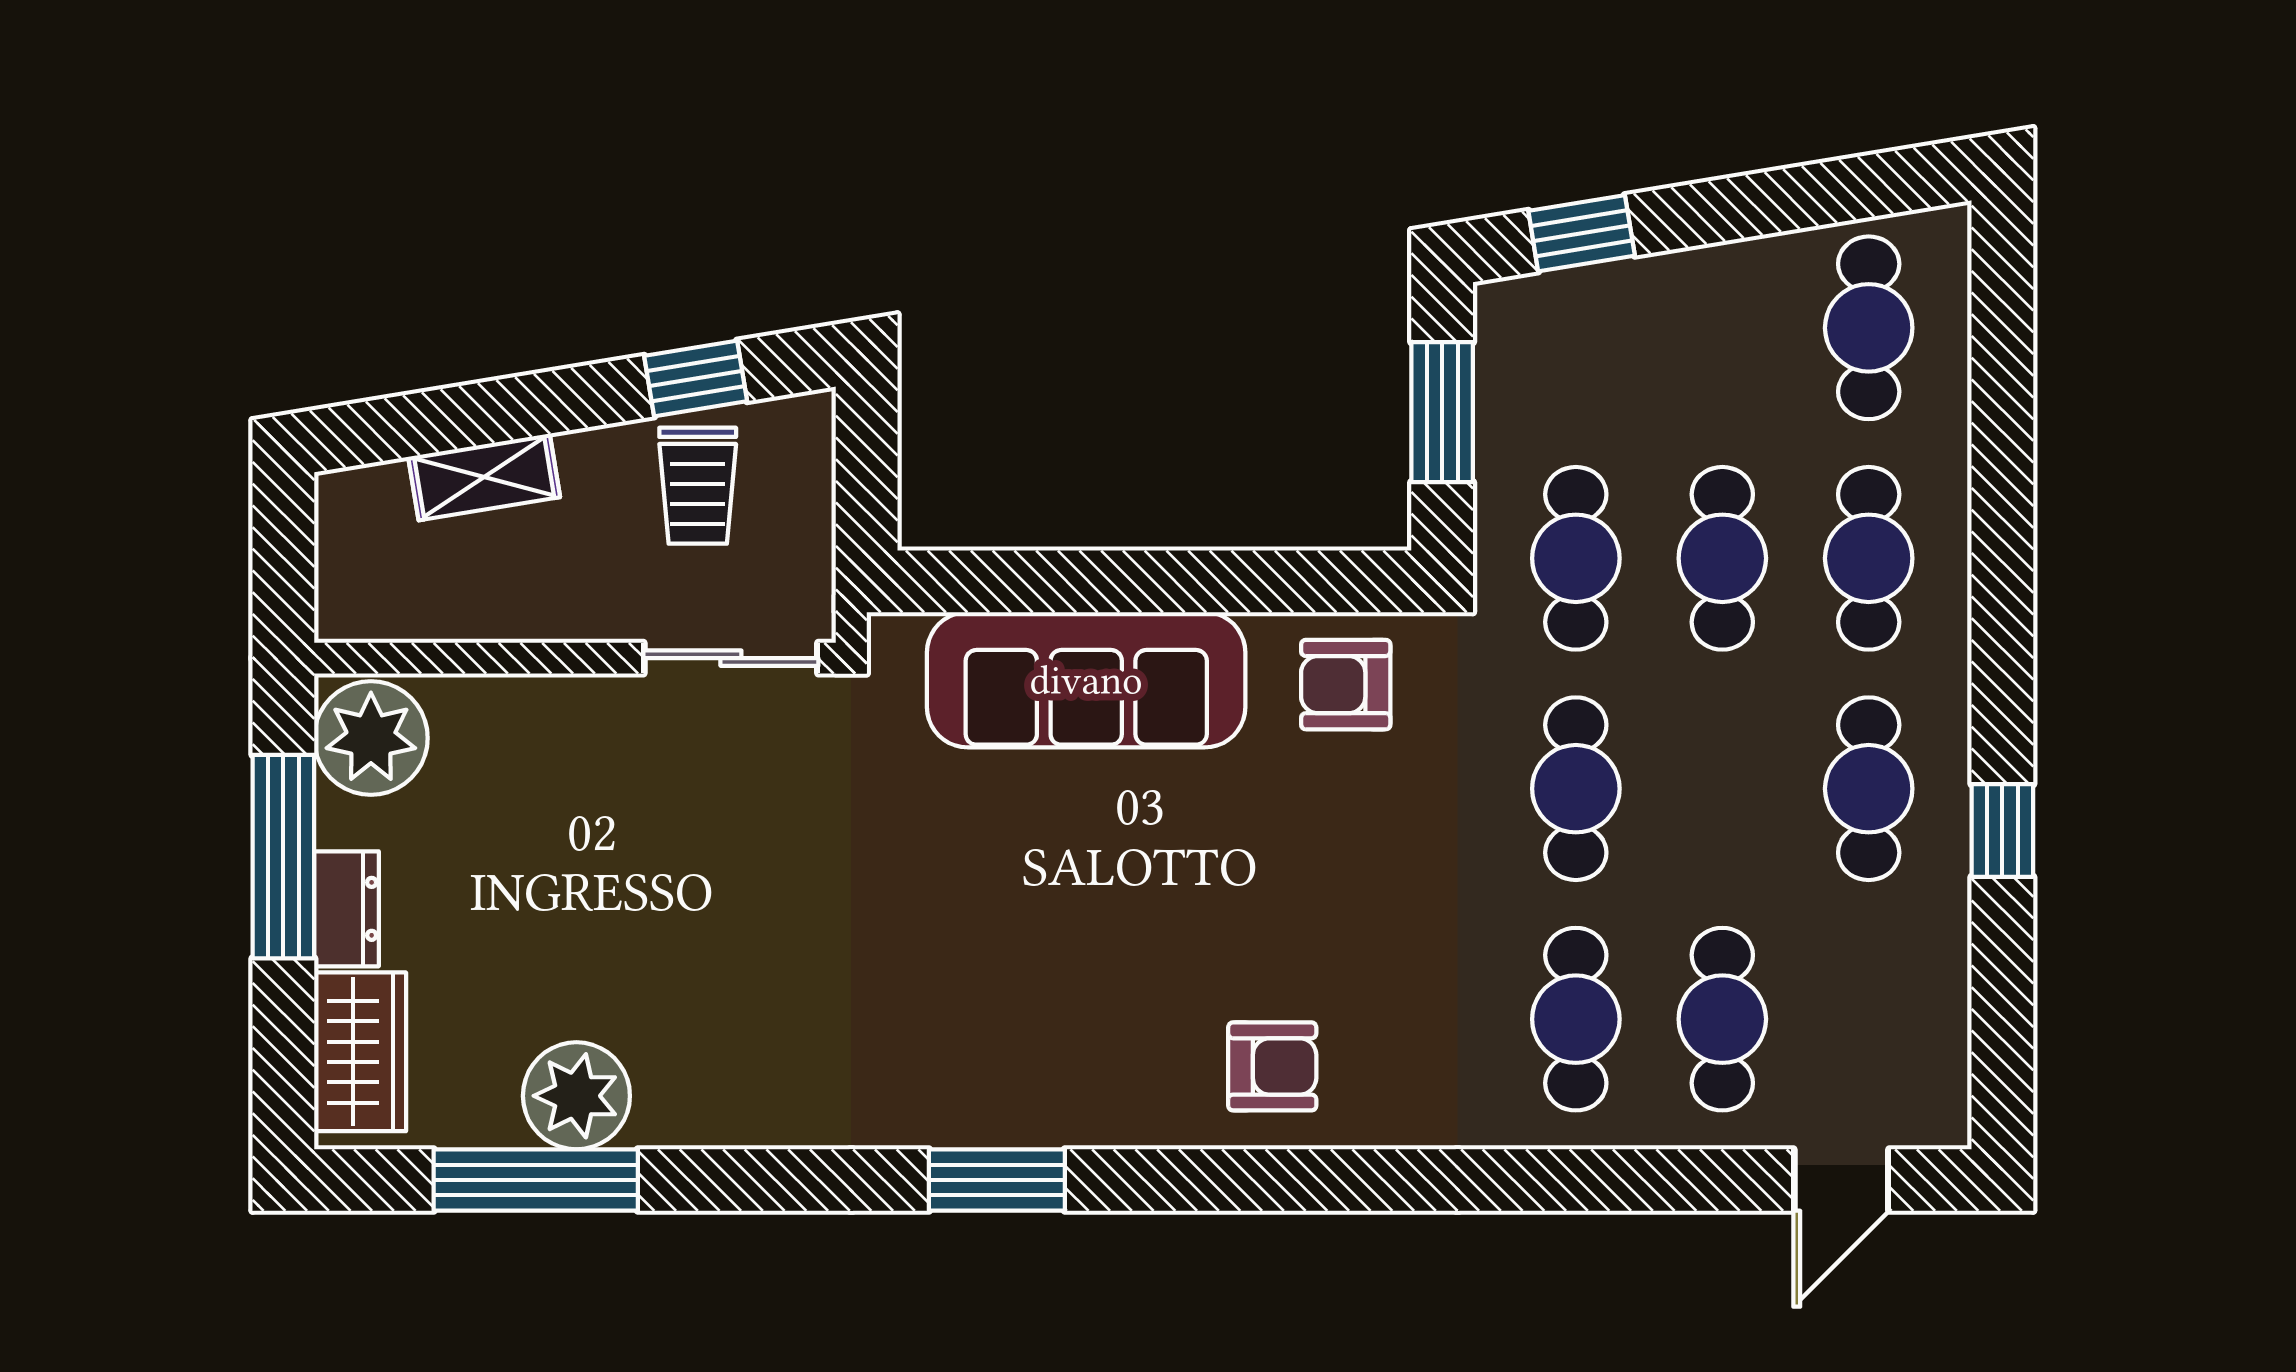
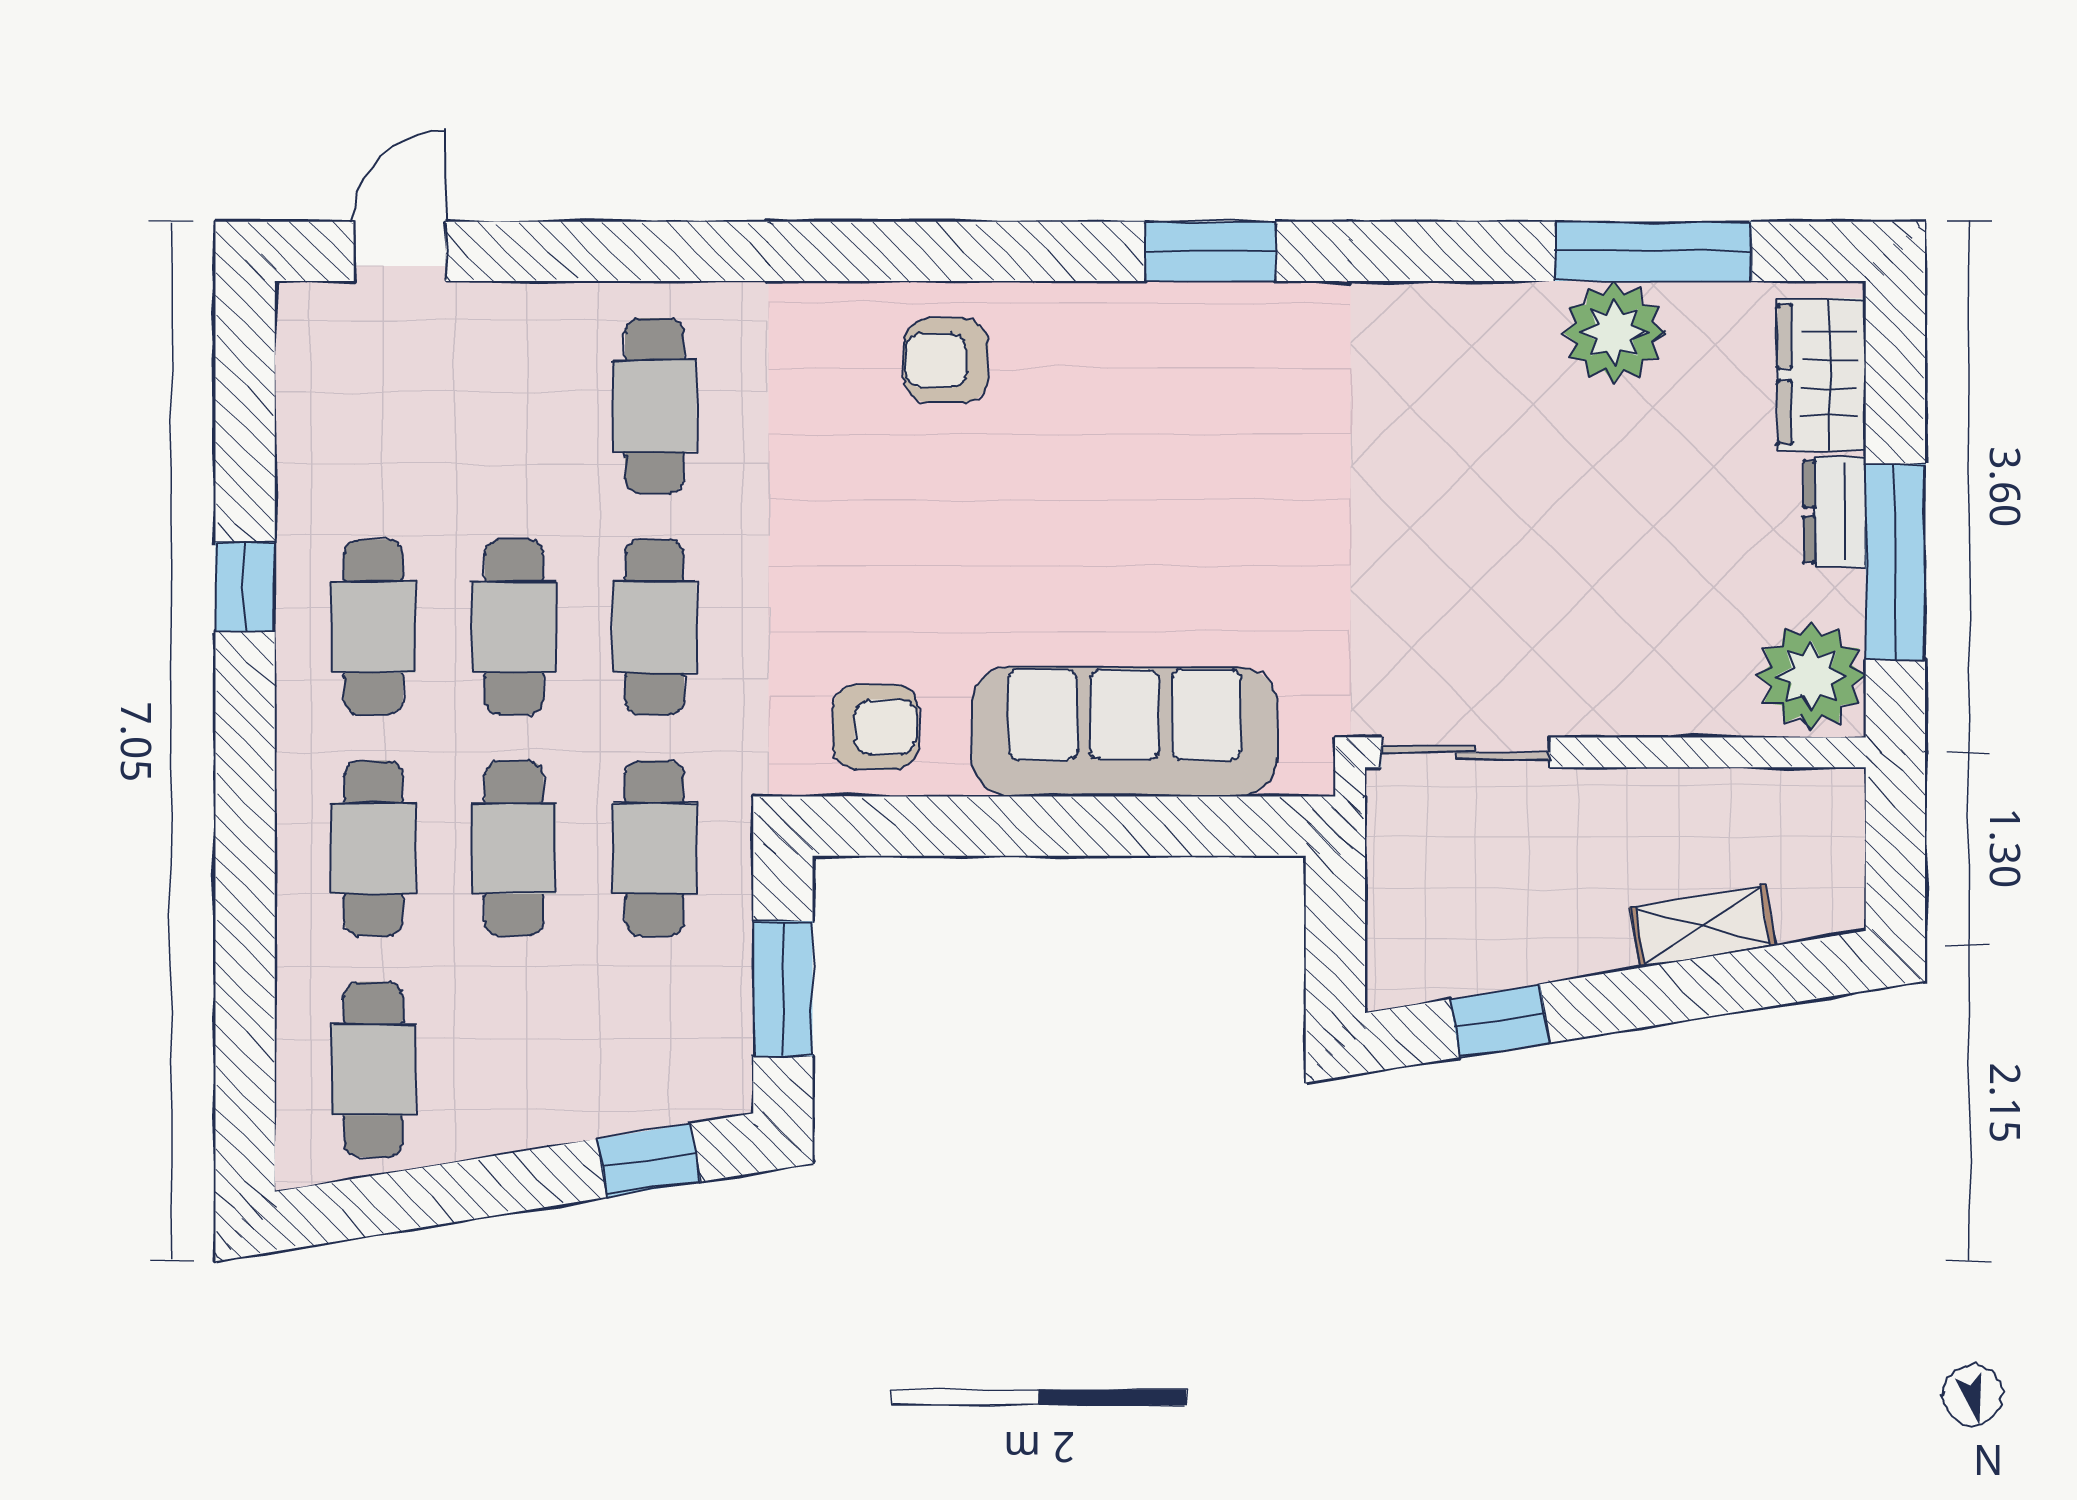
trolley: (698, 486) -> (1498, 918), removed
cafe table: (1722, 1019) -> (514, 627), moved

